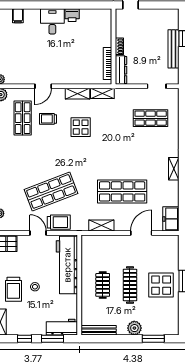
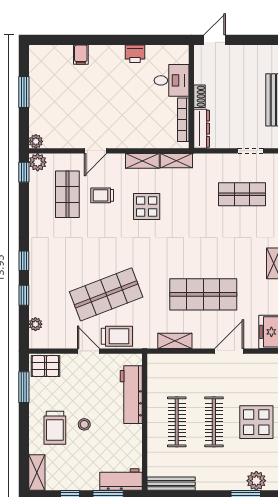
filing cabinet: (18, 16) -> (81, 55), moved
desk: (52, 21) -> (172, 80), moved, turned 90
workbench: (67, 265) -> (131, 395), width x0.73, depth x0.76
clothes rail: (103, 285) -> (177, 422), width x1.36
plant: (134, 328) -> (256, 481), moved

